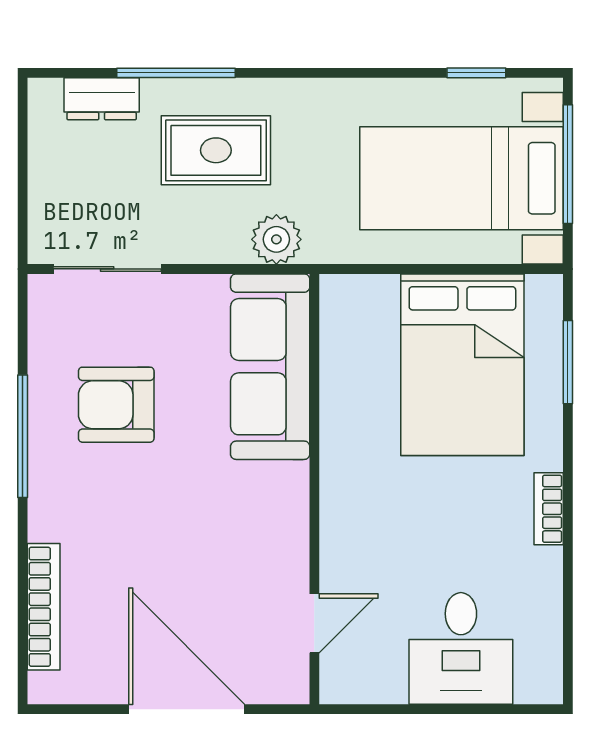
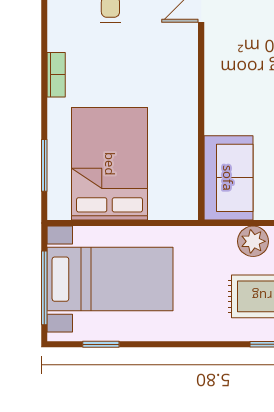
plant: (276, 239) -> (253, 241), moved
sofa: (270, 367) -> (228, 178), width x0.73

